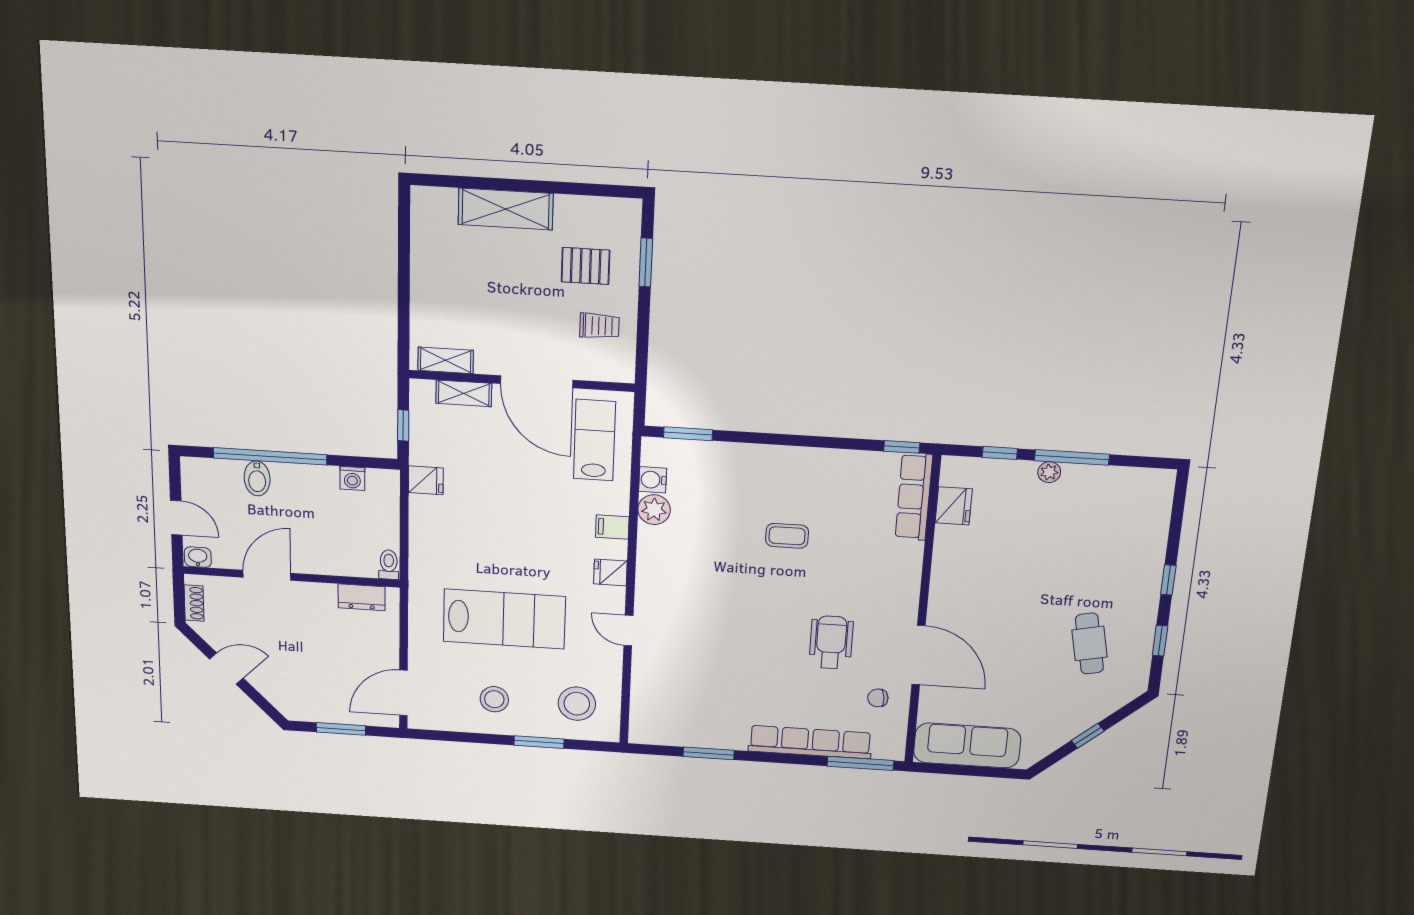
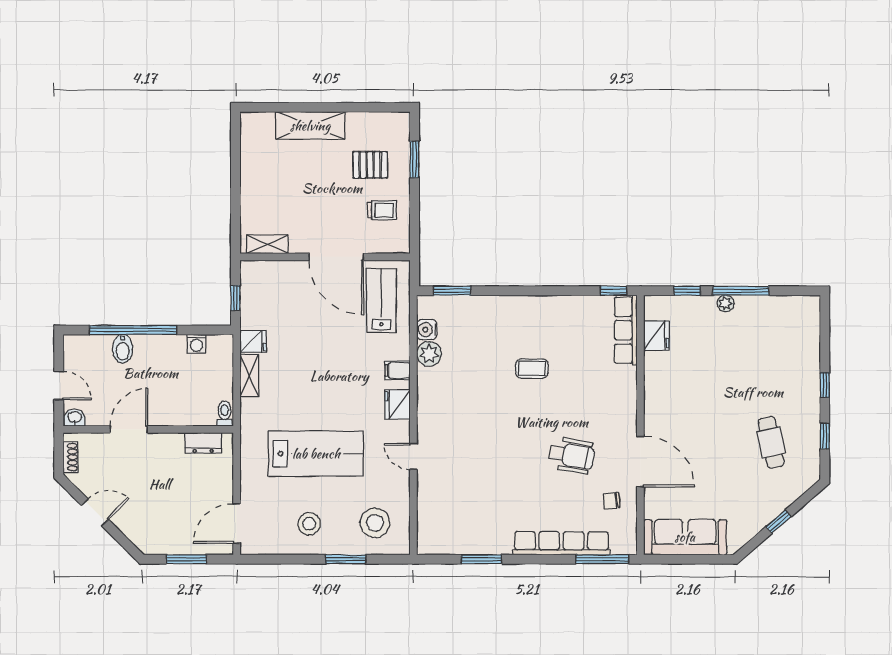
shelving: (464, 393) -> (249, 375), moved, turned 90
fridge: (610, 572) -> (397, 404), width x1.38
wheelchair: (831, 642) -> (572, 455), turned 100

